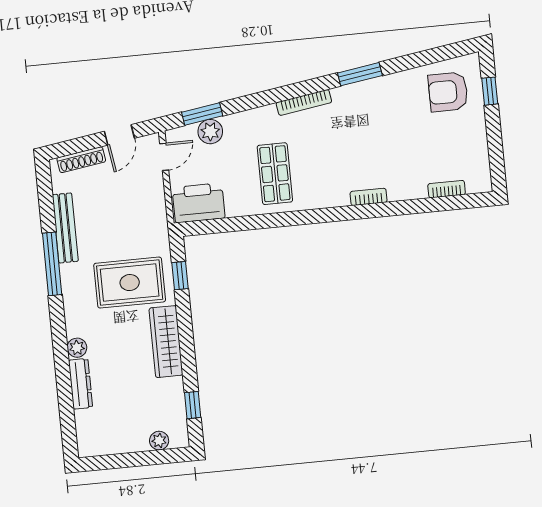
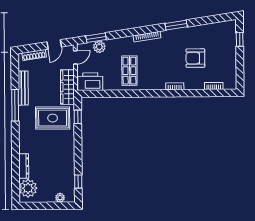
armchair: (448, 92) -> (195, 58), moved
wardrobe: (166, 342) -> (67, 87), moved
plant: (77, 348) -> (28, 188), moved, width x1.88, depth x1.88

